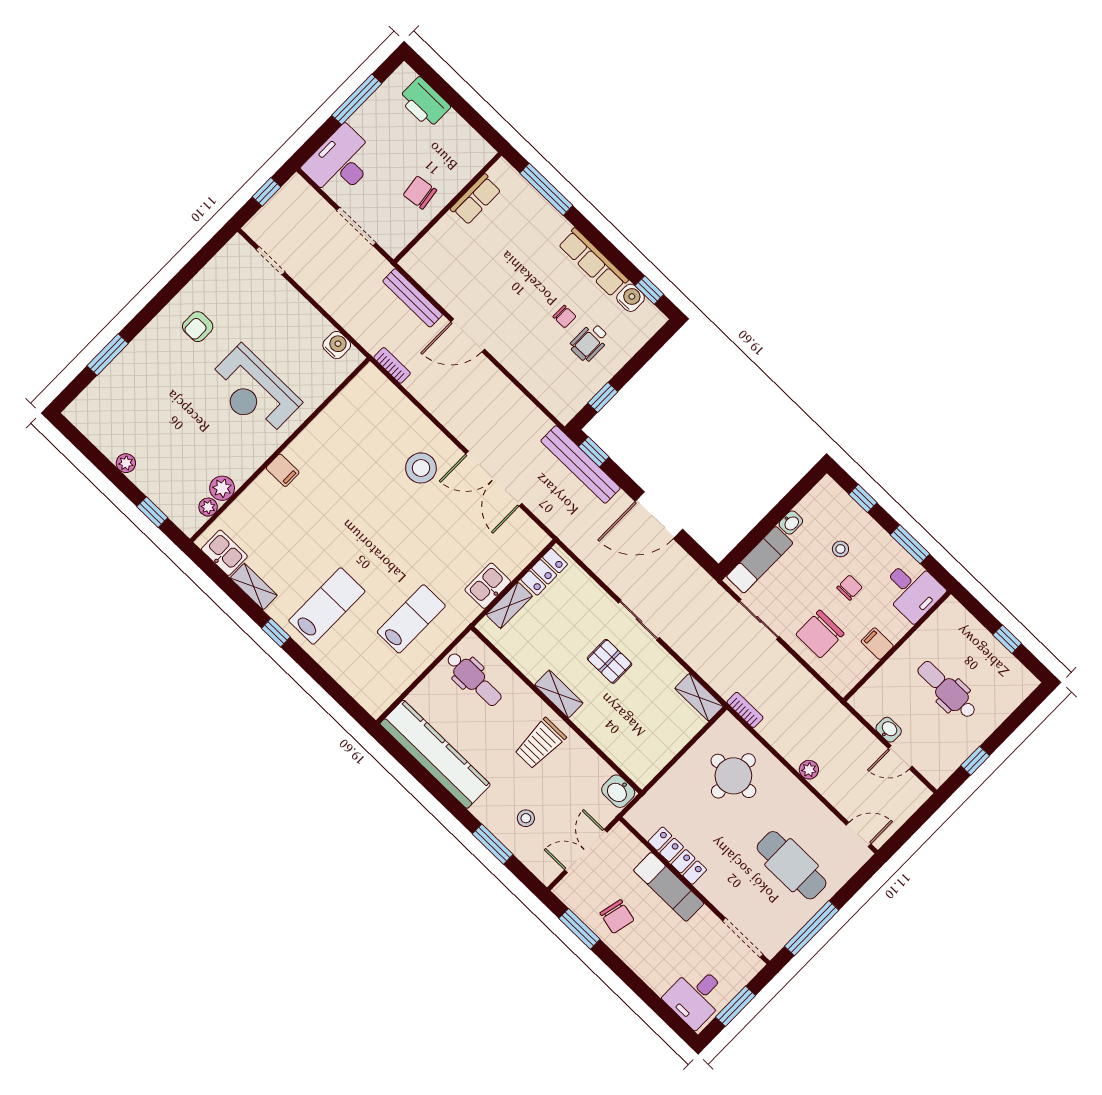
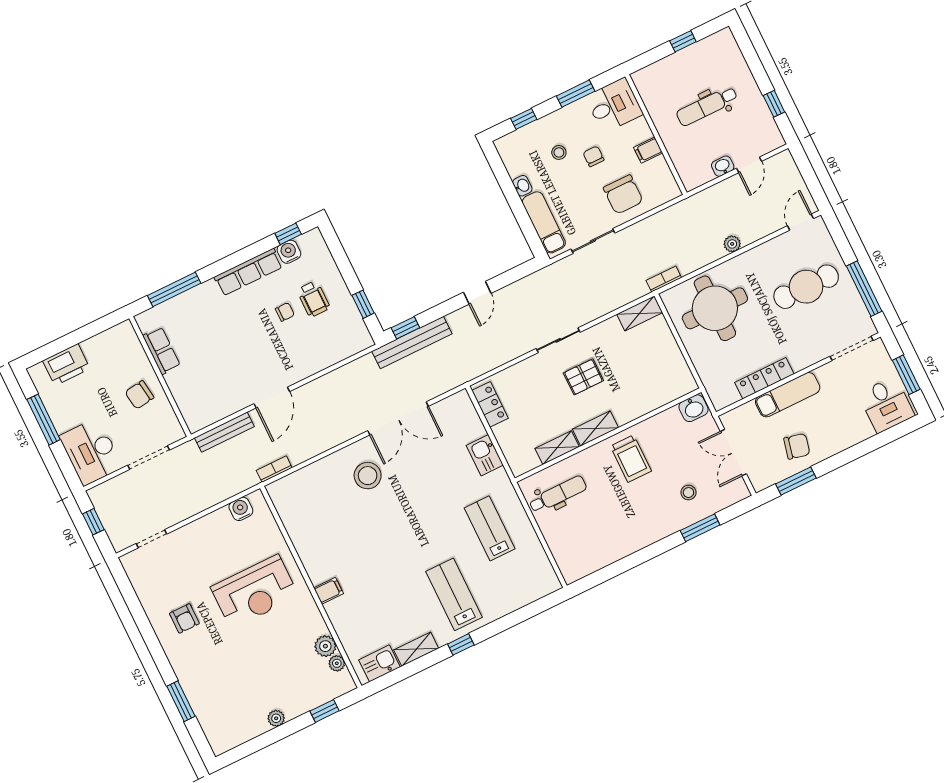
door: (659, 515) -> (477, 293), width x0.53
shelving: (509, 605) -> (557, 448), moved, turned 90
kitchen counter: (435, 754) -> (609, 549), removed
round table: (733, 776) -> (715, 308), width x1.36, depth x1.36

